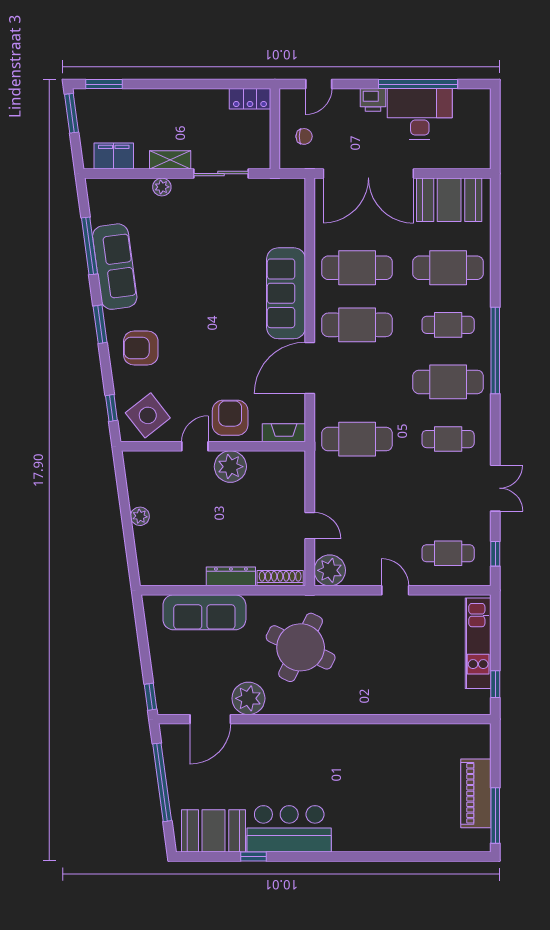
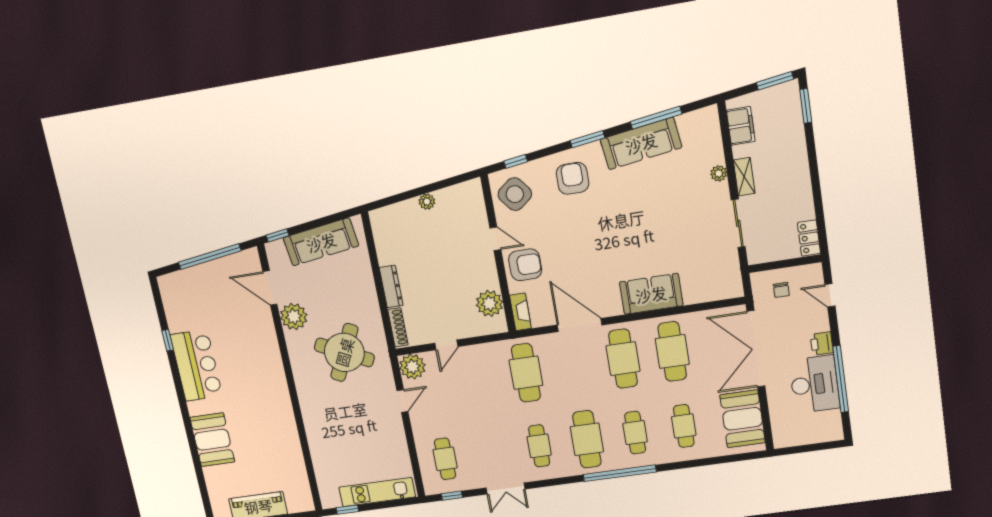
cafe table: (448, 268) -> (684, 426), width x0.73, depth x0.74
sofa: (286, 293) -> (651, 294), width x0.73
plant: (230, 467) -> (489, 303), moved
door: (395, 590) -> (402, 401), moved
sofa: (204, 612) -> (321, 242), moved, turned -98
booth: (214, 831) -> (212, 440), moved

